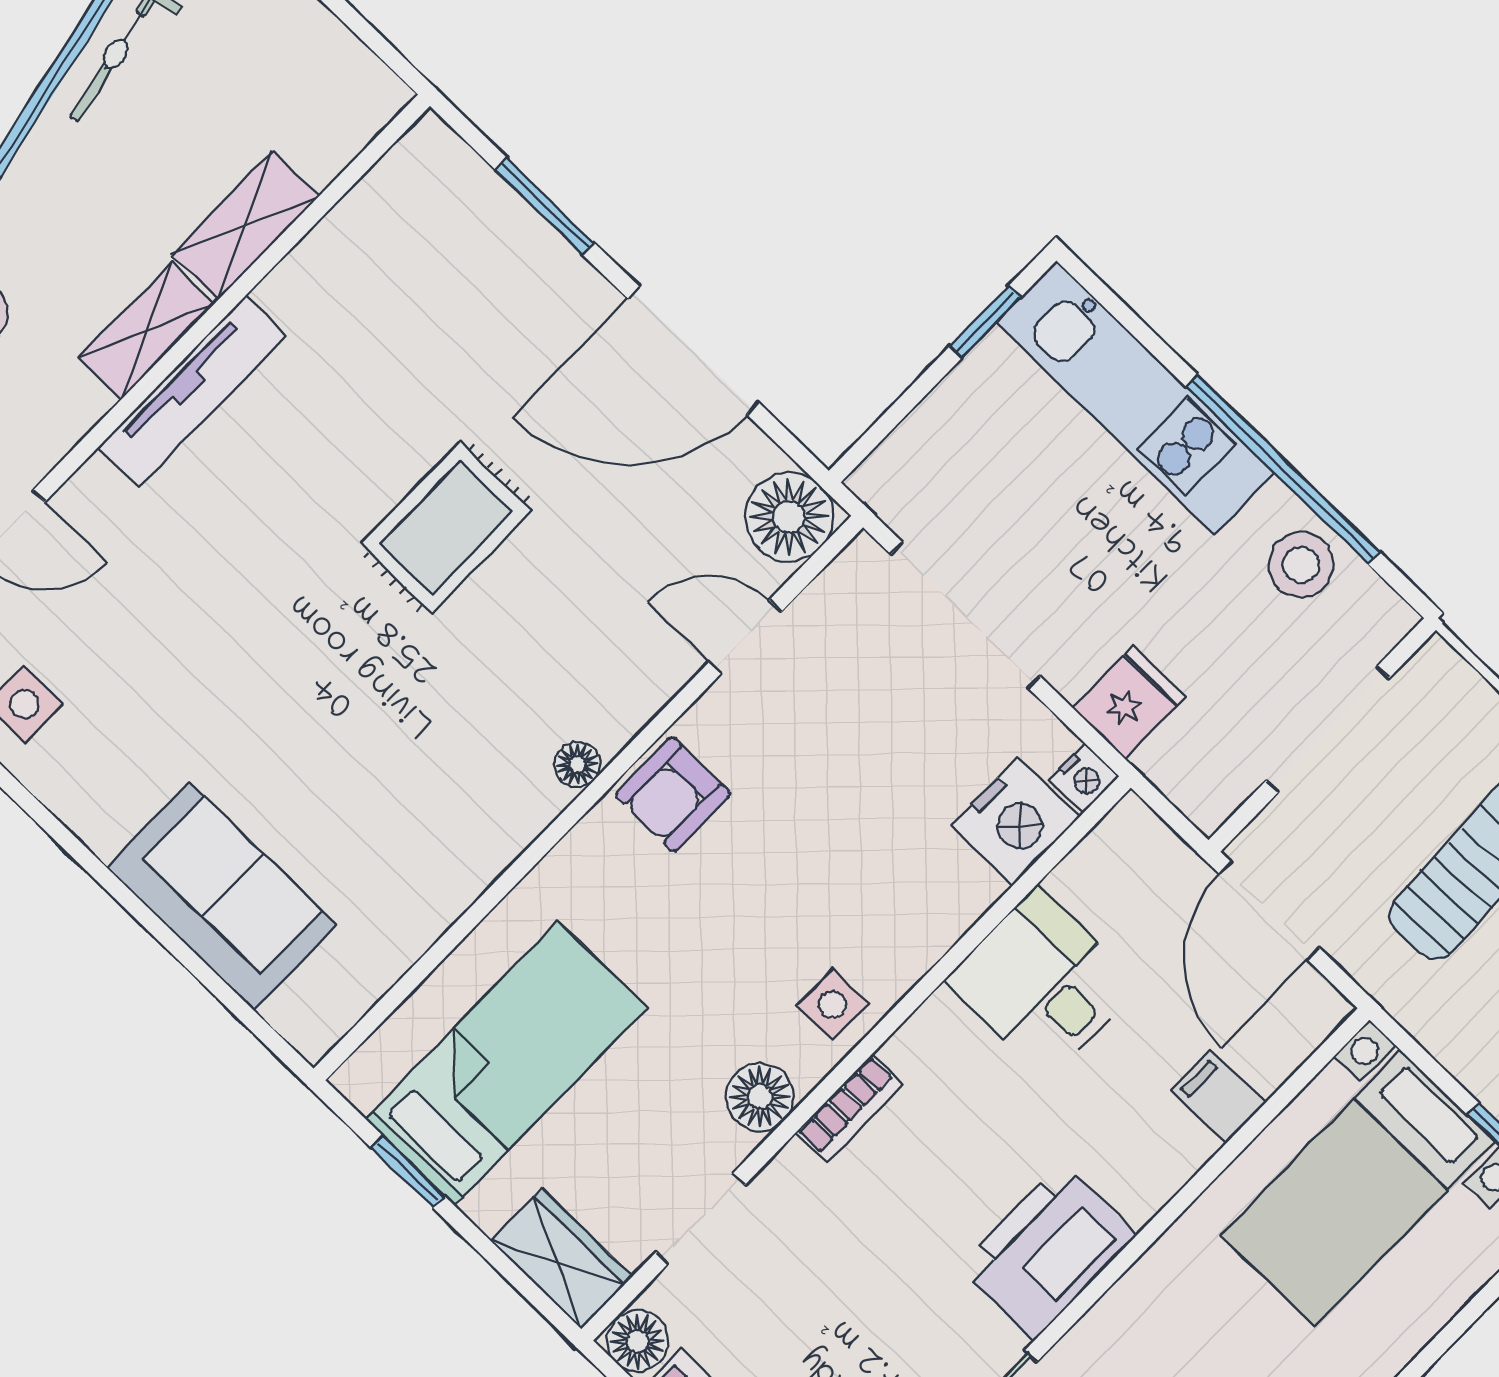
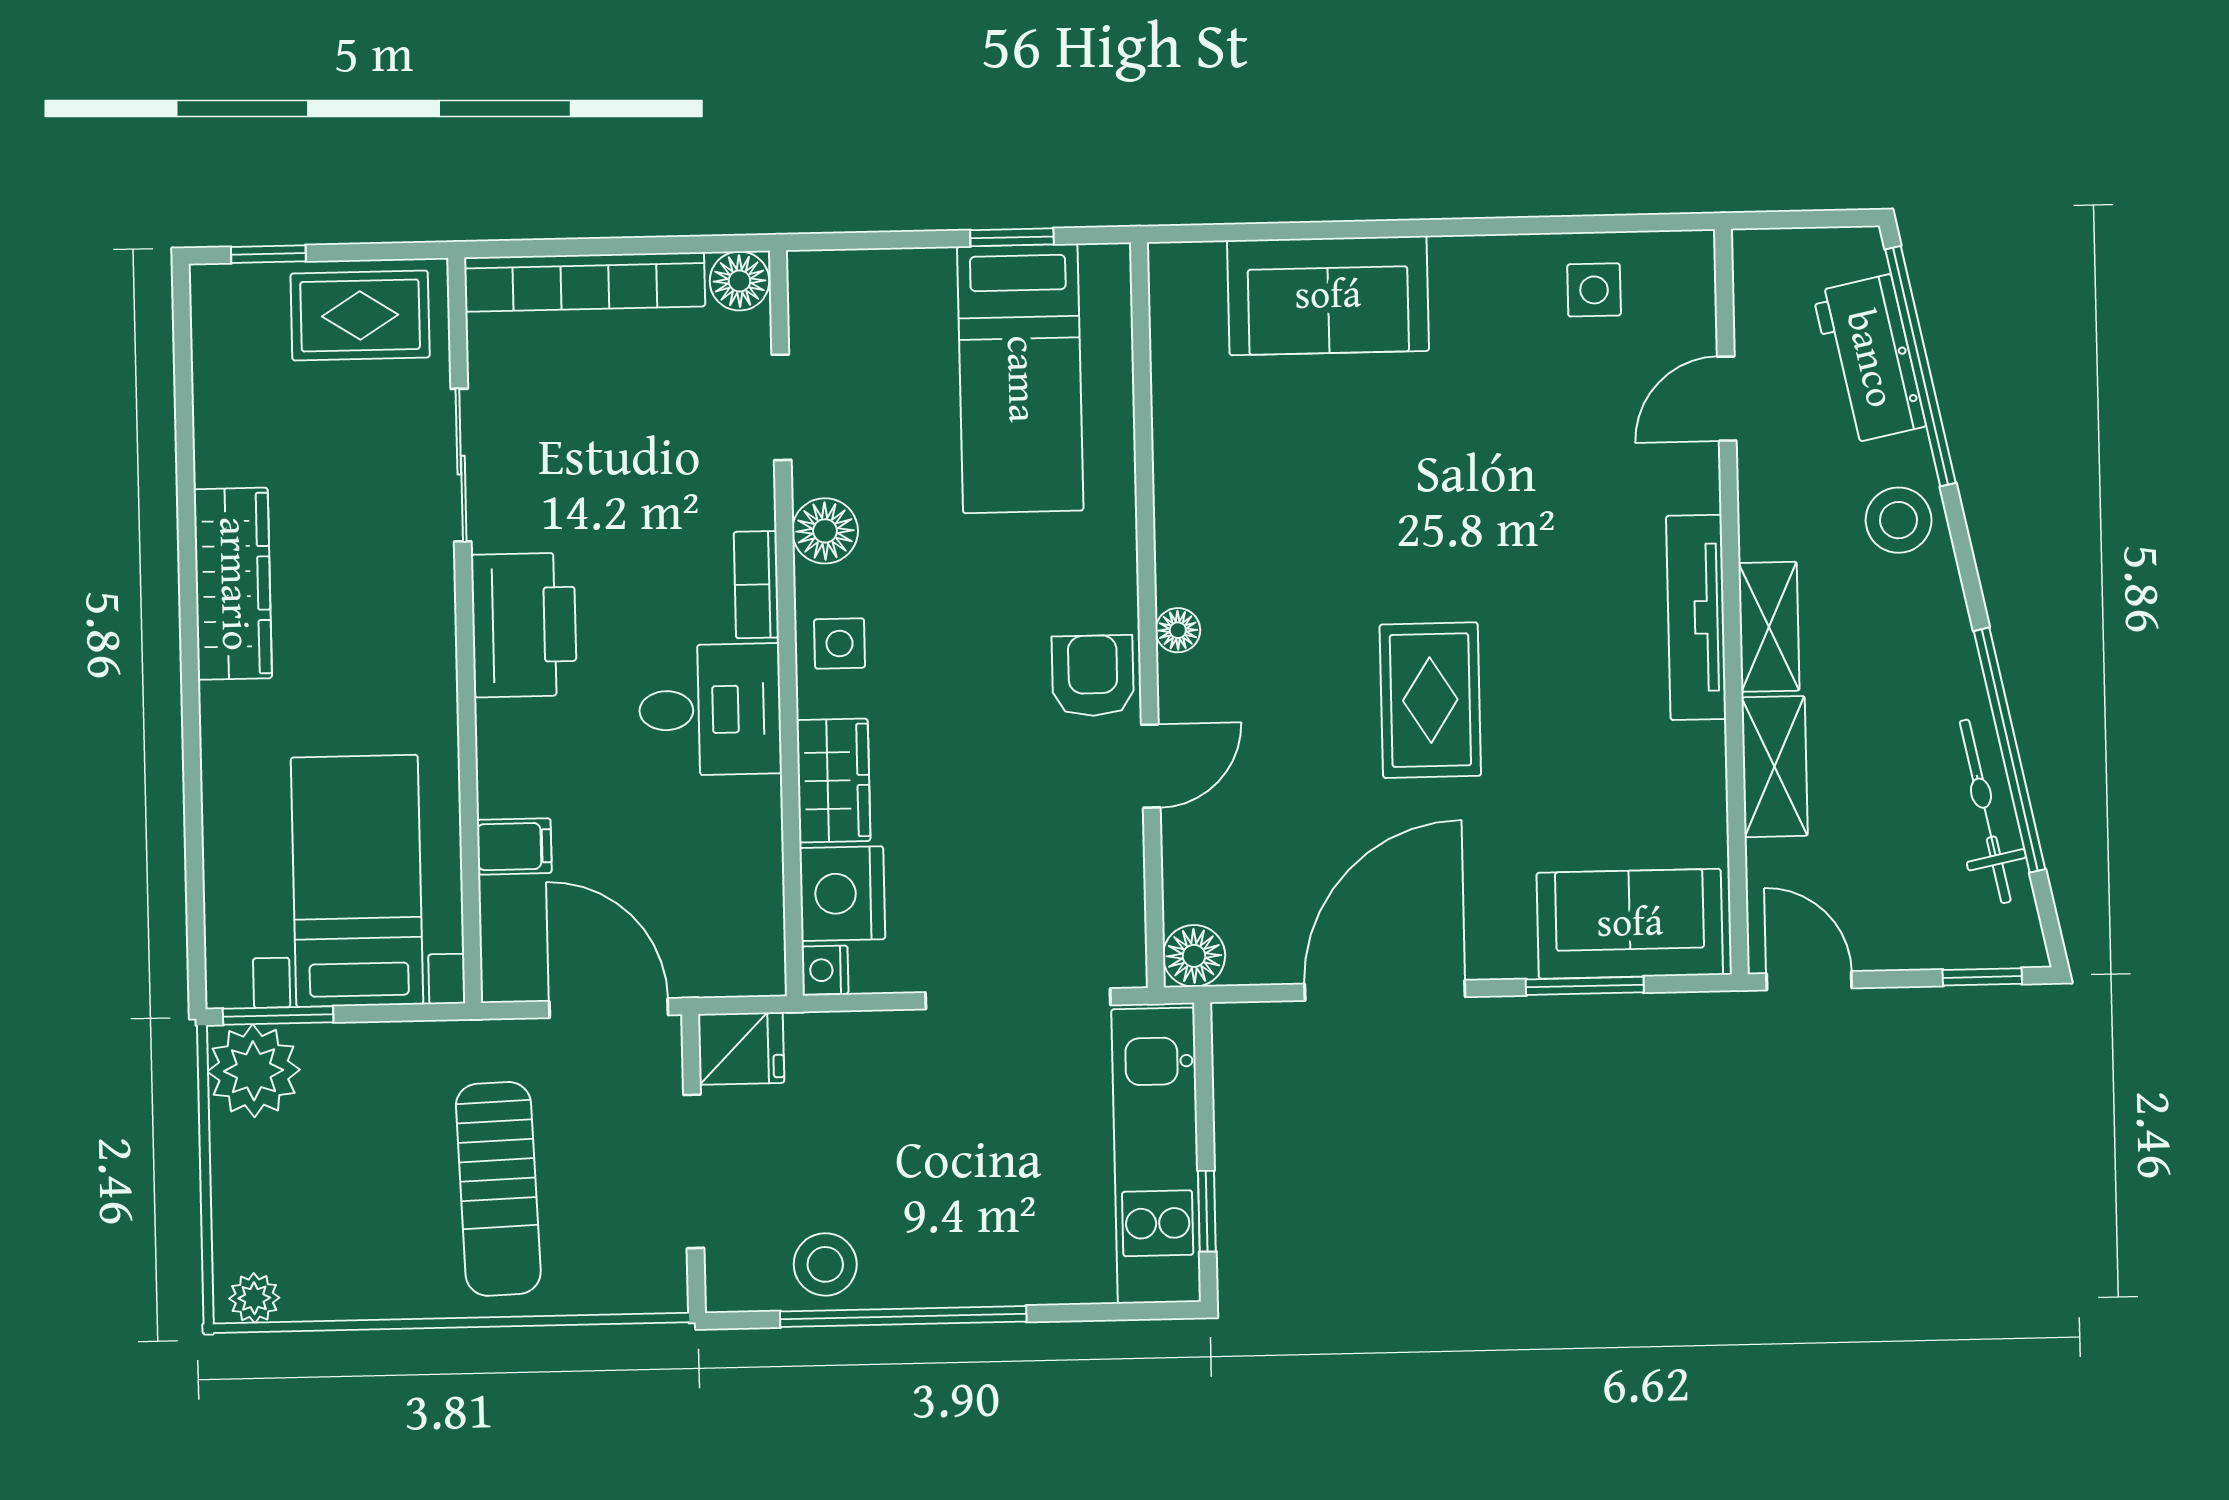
door: (378, 44) -> (1809, 981), added
sofa: (466, 218) -> (1630, 924), added
kitchen unit: (1136, 397) -> (1156, 1156), moved, turned -90
floor lamp: (789, 517) -> (1194, 956), width x0.73, depth x0.73
door: (745, 637) -> (1151, 766), moved
fridge: (1129, 702) -> (741, 1048), moved, turned -90
desk: (1042, 983) -> (710, 710), moved
wardrobe: (562, 1259) -> (833, 781), moved, turned -90

